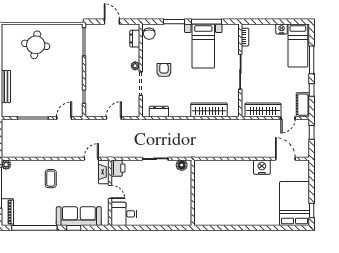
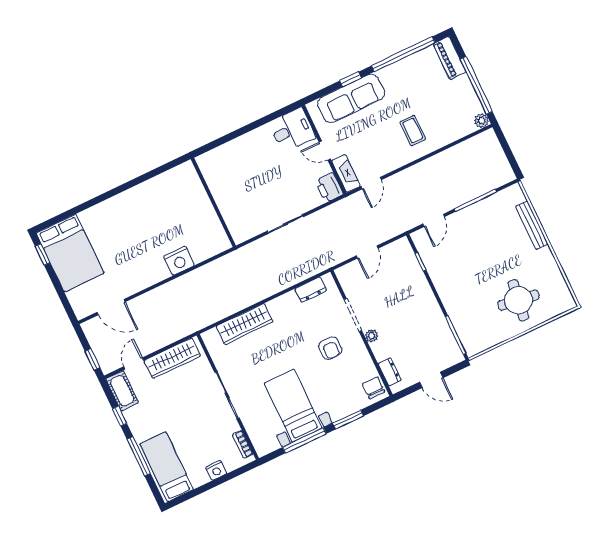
nightstand: (282, 29) -> (216, 470), moved
floor lamp: (182, 165) -> (246, 232), removed
nightstand: (262, 167) -> (179, 261), moved

